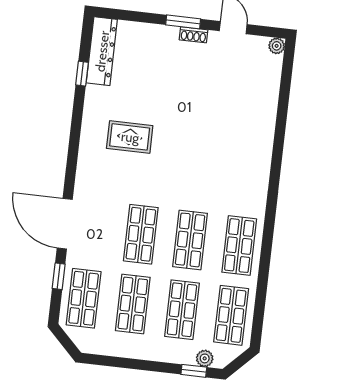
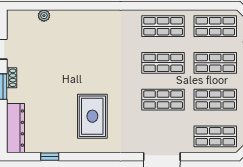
plant: (277, 46) -> (44, 16), moved
dresser: (102, 51) -> (16, 128), moved, turned 90
rug: (130, 137) -> (92, 116), width x1.36, depth x1.43
window: (59, 276) -> (201, 157), removed

